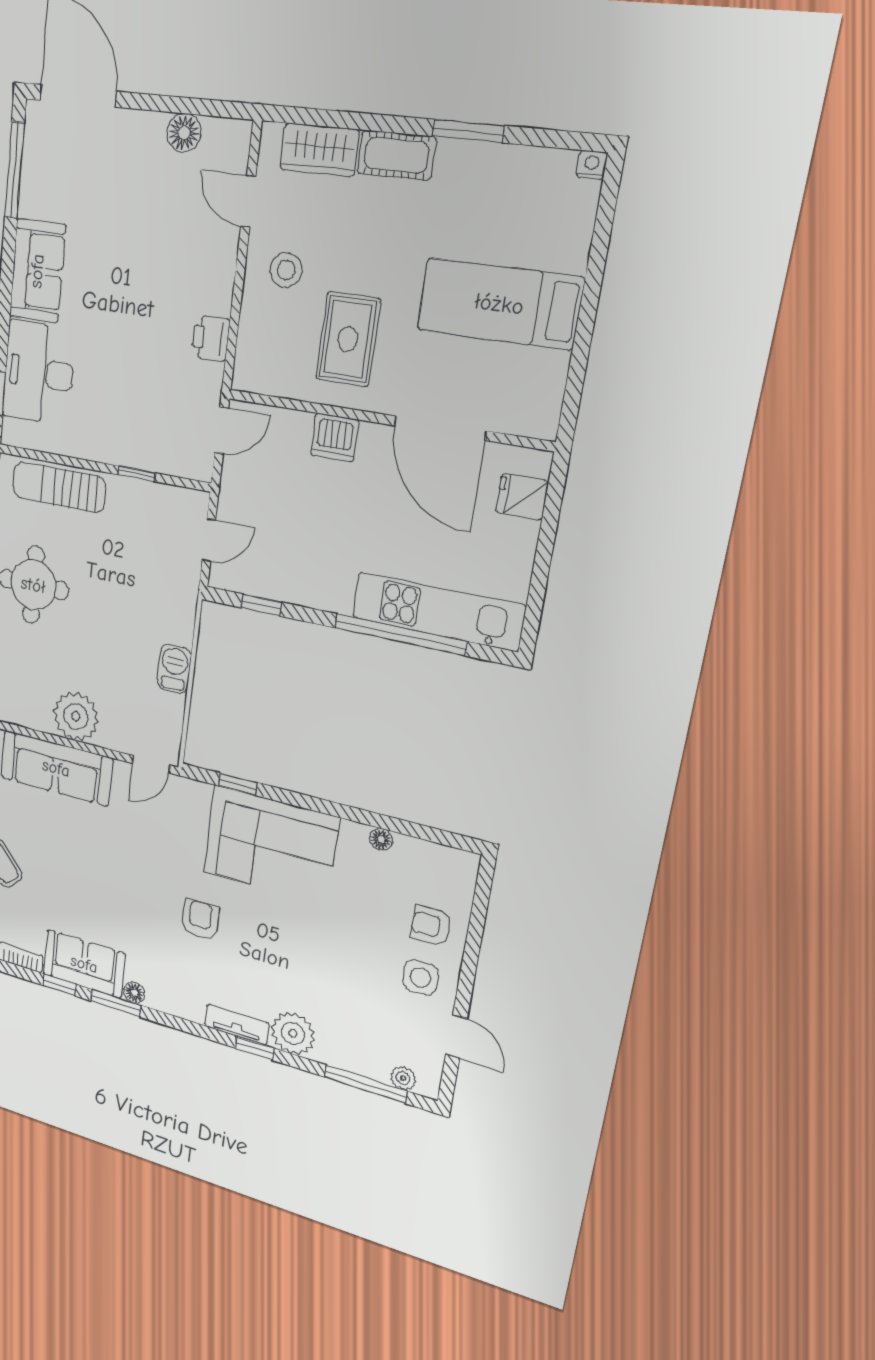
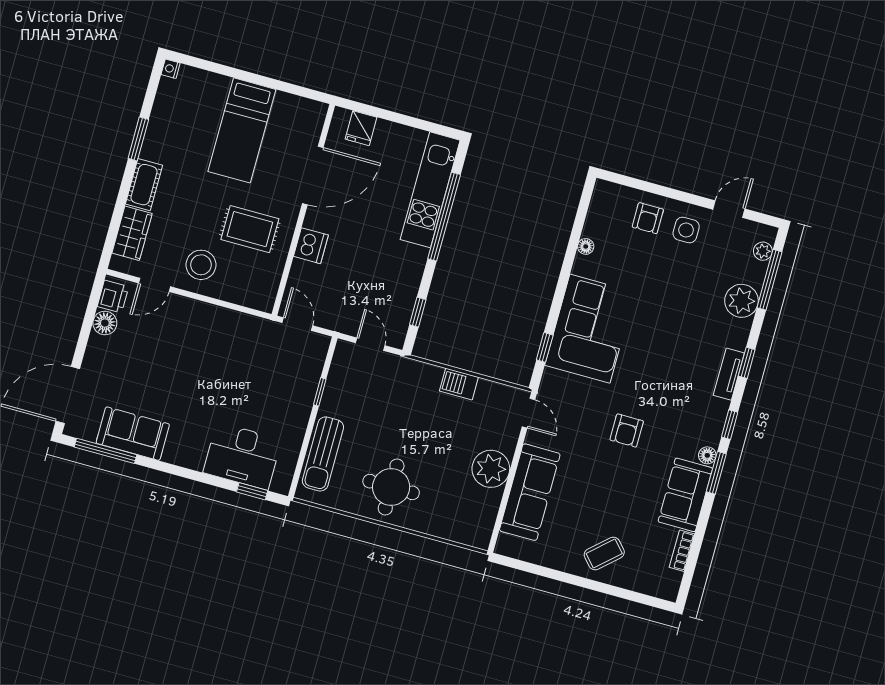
stool: (286, 270) -> (201, 265), width x1.38, depth x1.38
sofa: (37, 271) -> (133, 434), moved
printer: (210, 338) -> (113, 297), moved, turned -90
armchair: (200, 920) -> (627, 430), moved, turned -90
window: (60, 985) -> (730, 425), moved
plant: (293, 1033) -> (741, 301), moved

